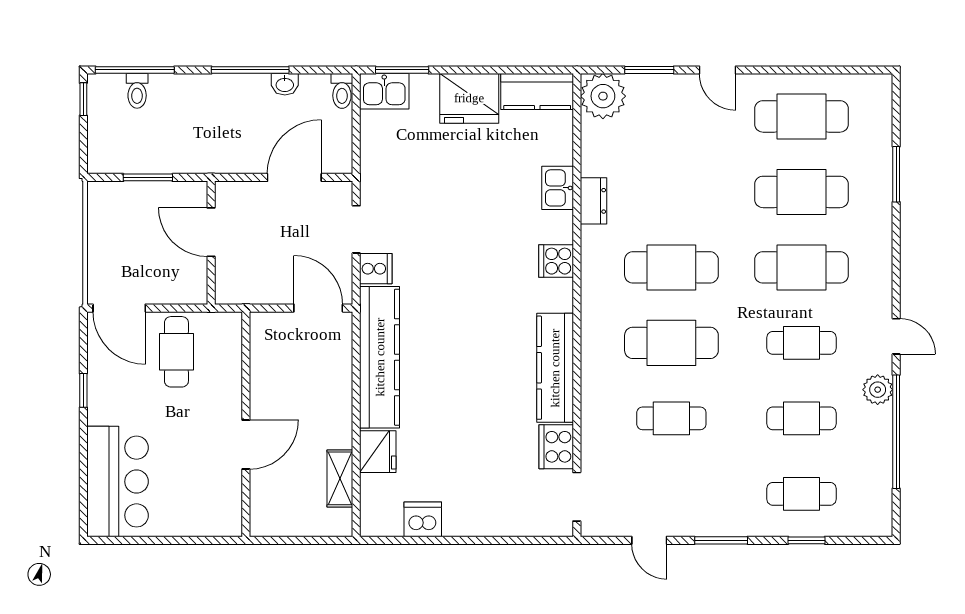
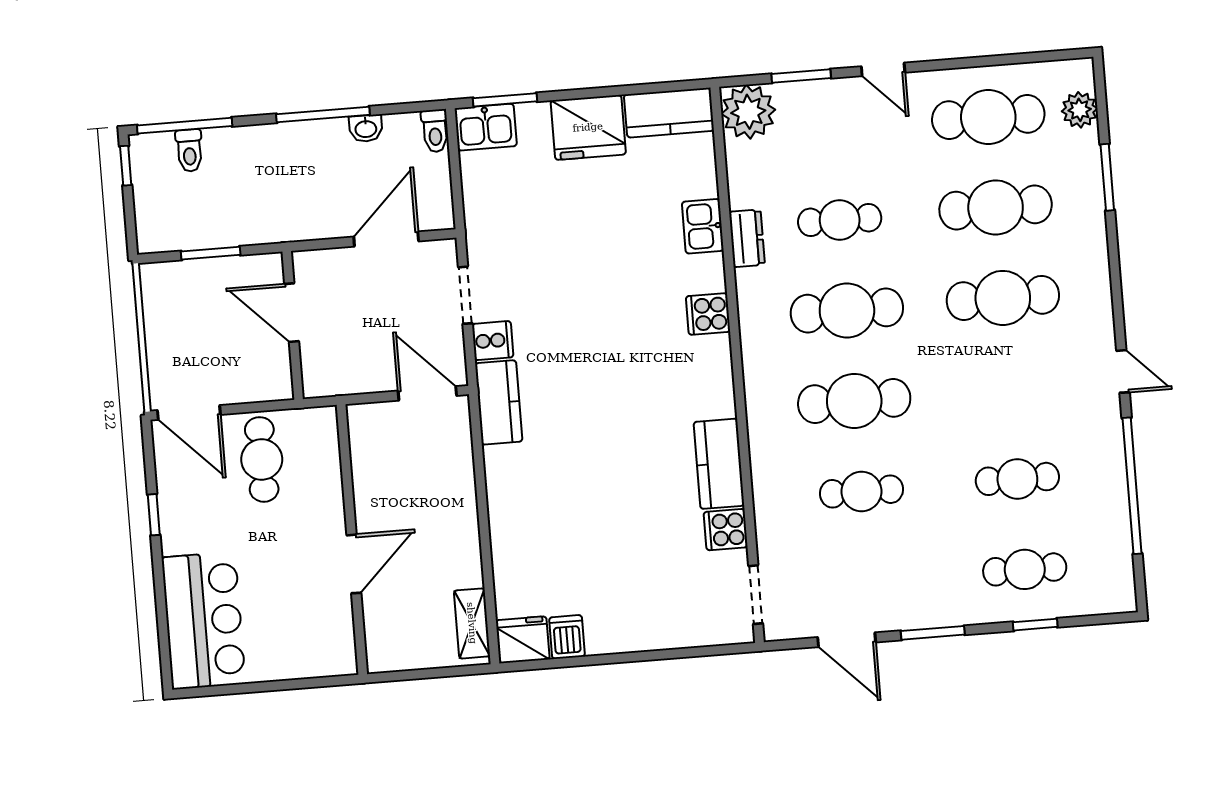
cafe table: (802, 343) -> (840, 220), moved
kitchen counter: (380, 357) -> (499, 402), width x0.48, depth x0.86
kitchen counter: (555, 368) -> (719, 464), width x0.67
plant: (878, 390) -> (1080, 110), moved
cooker: (556, 447) -> (726, 530), width x0.73
fridge: (378, 452) -> (523, 640), moved, turned -90
shelving: (340, 478) -> (472, 623), moved
dishwasher: (423, 519) -> (567, 637), width x0.73
door: (649, 540) -> (847, 640), width x1.37

